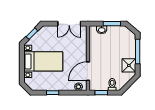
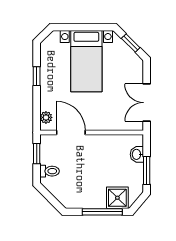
shower: (129, 65) -> (117, 198), moved

